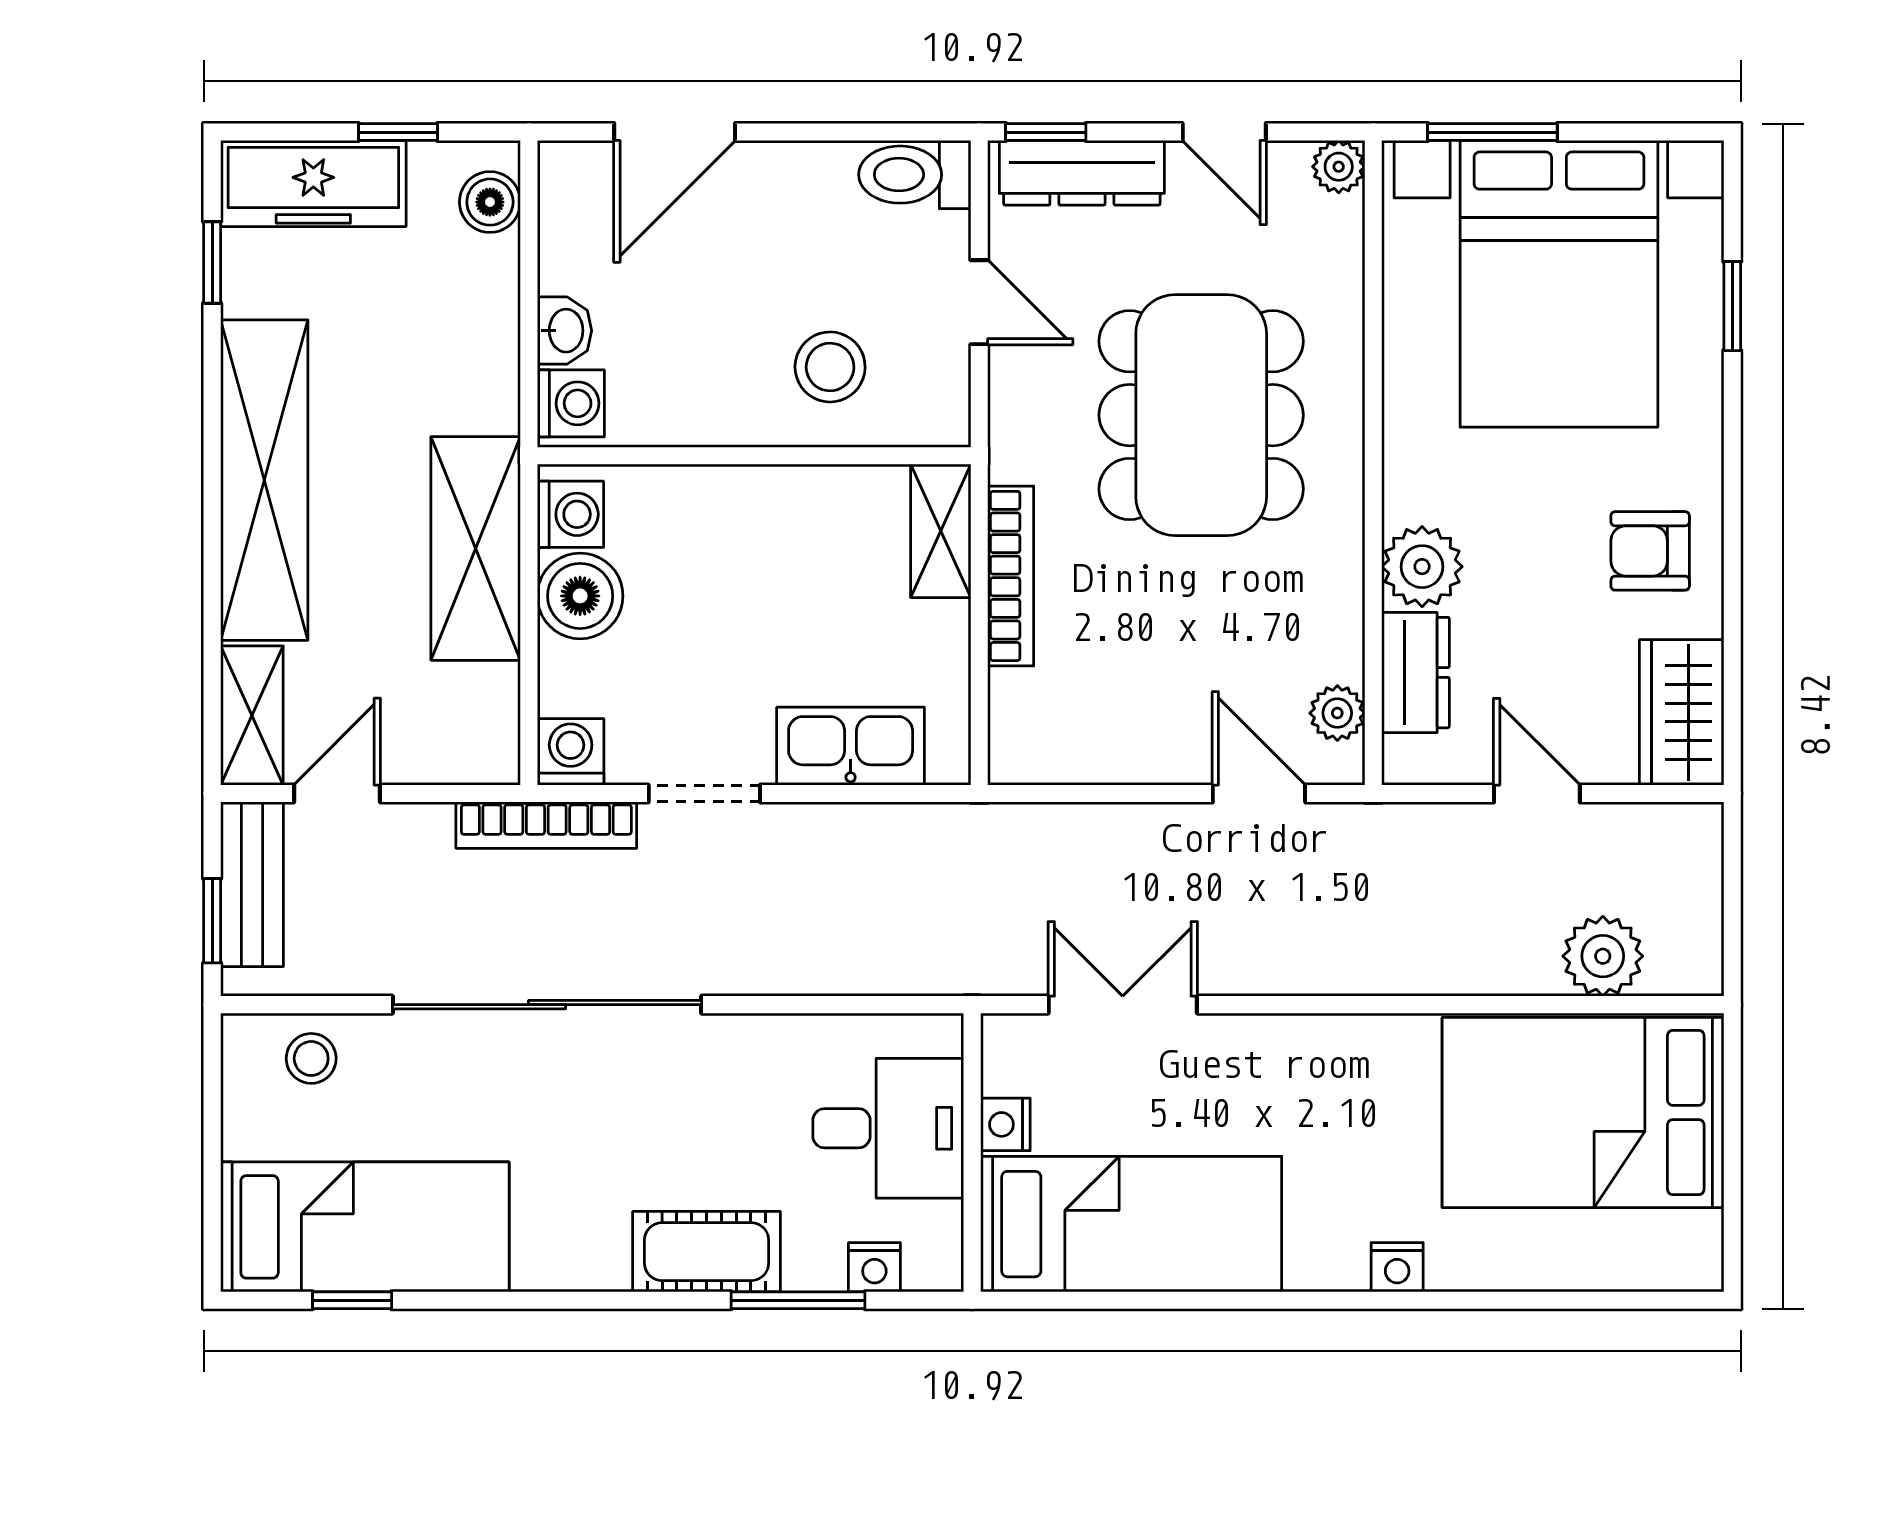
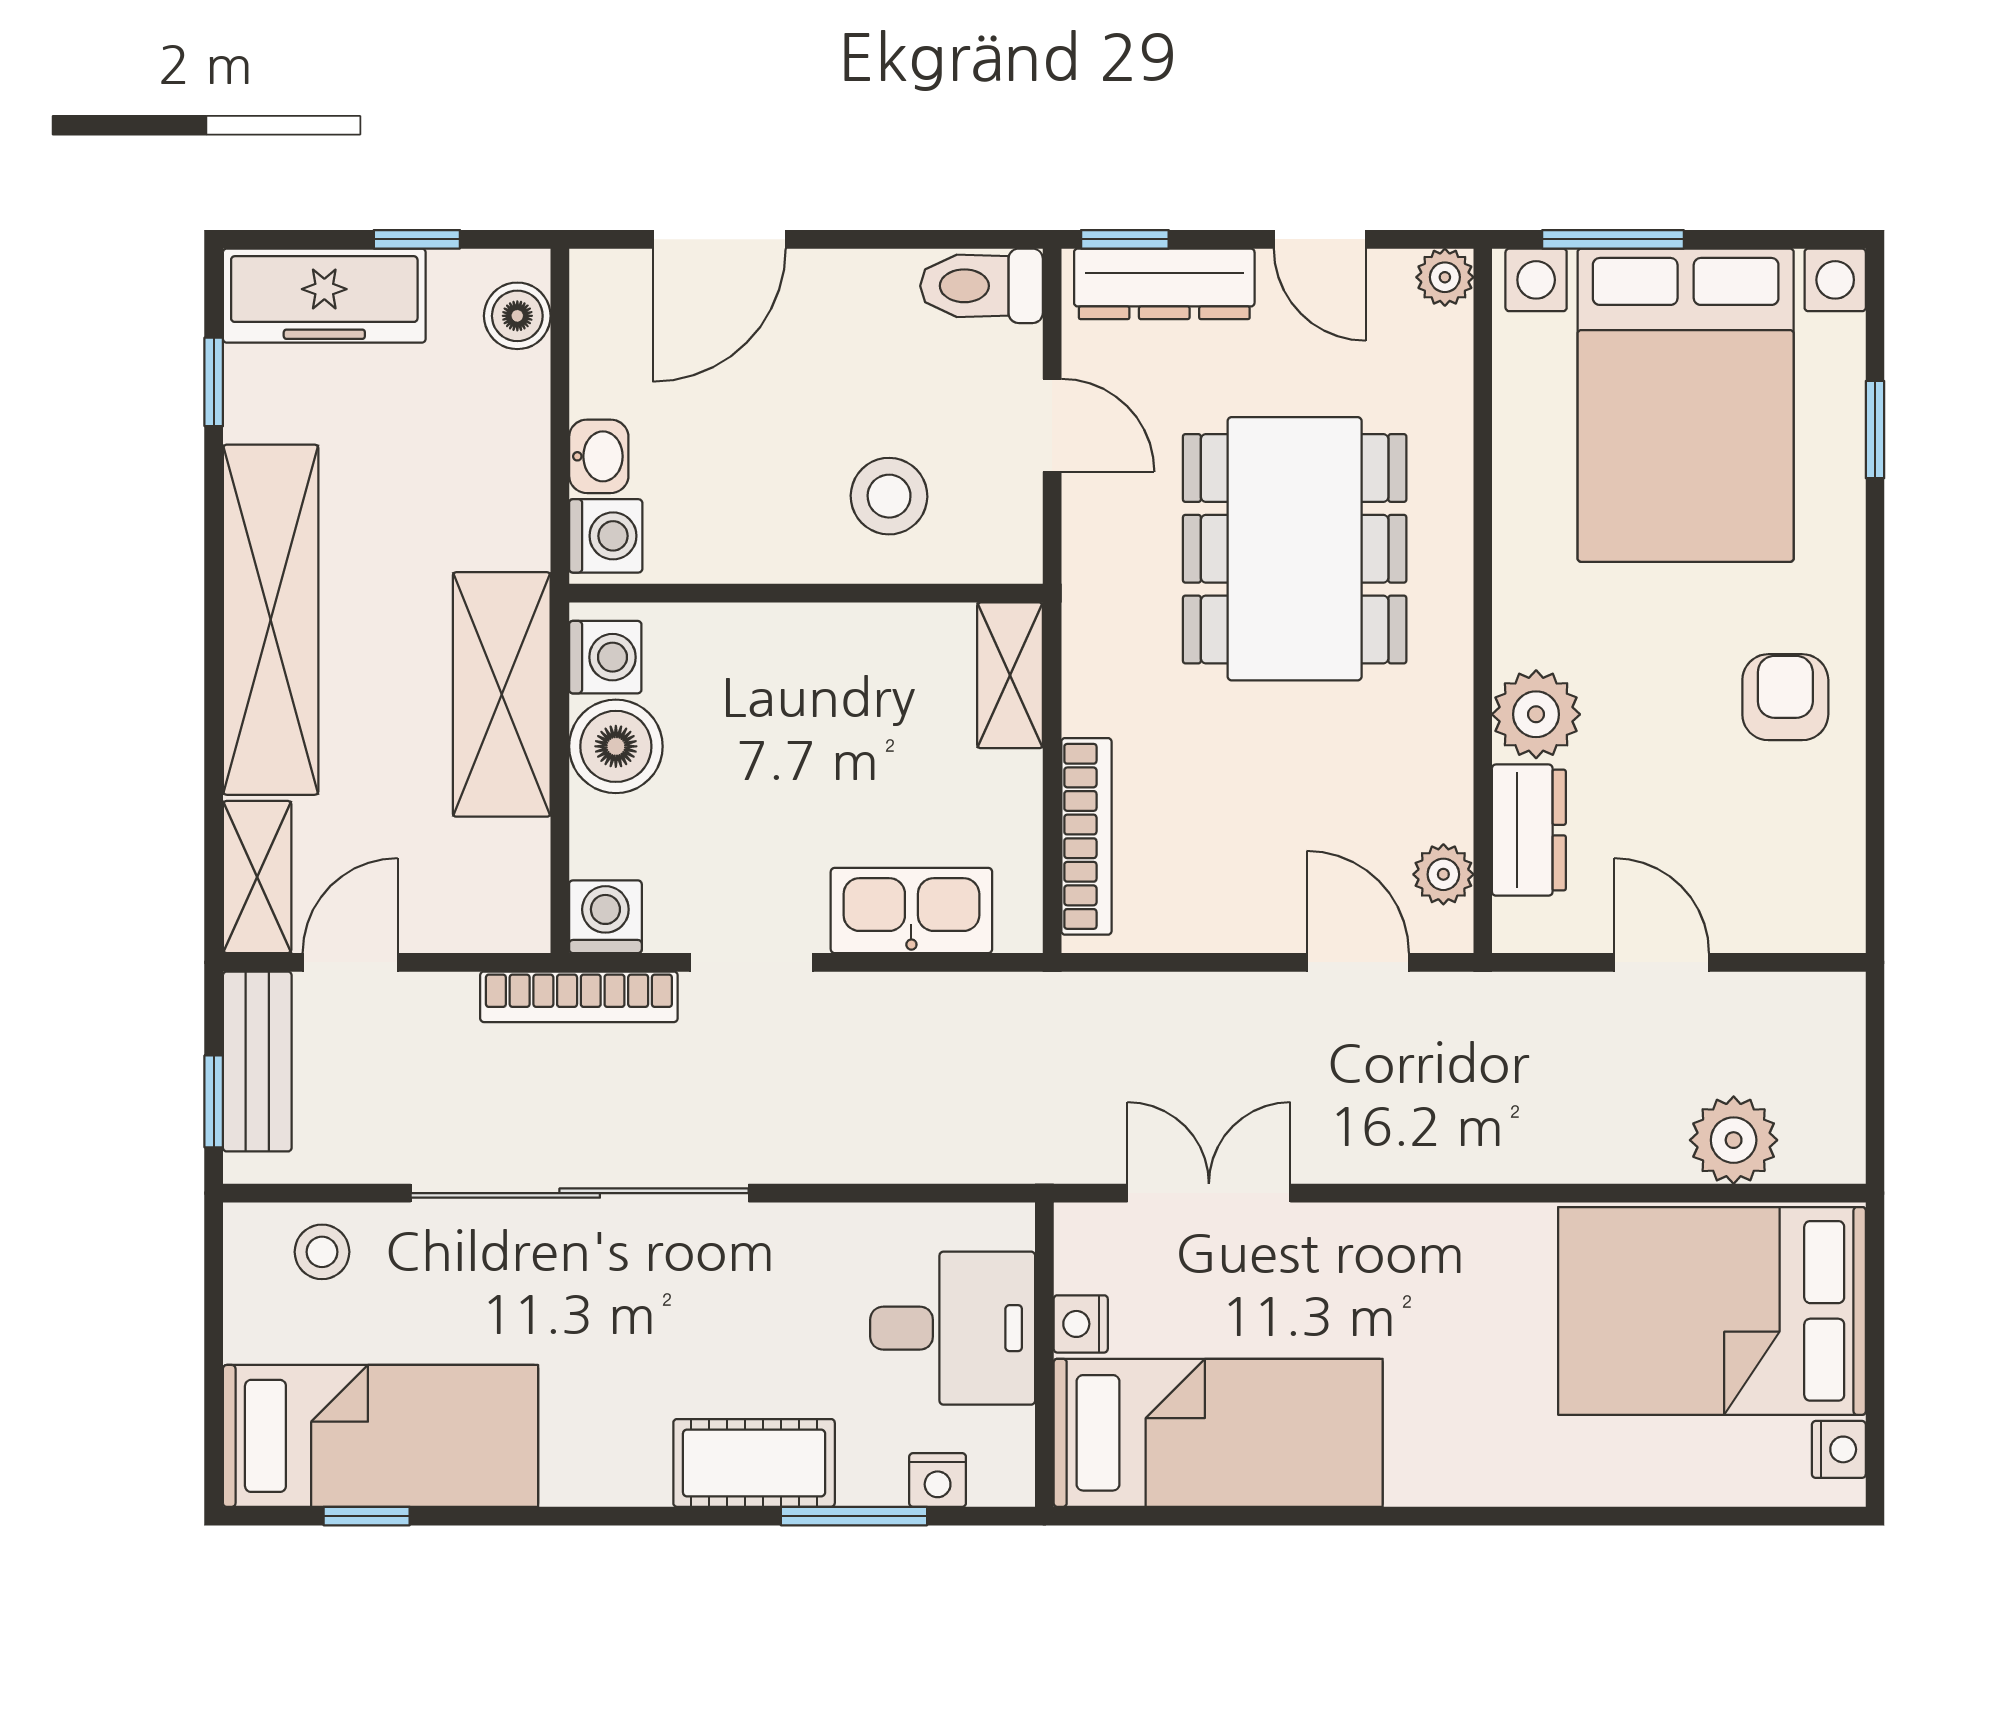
armchair: (1650, 551) -> (1785, 697), turned 90
bookcase: (1011, 576) -> (1086, 836), moved
wardrobe: (1682, 712) -> (1820, 874), removed
nightstand: (1397, 1267) -> (1839, 1449), moved, turned -90

